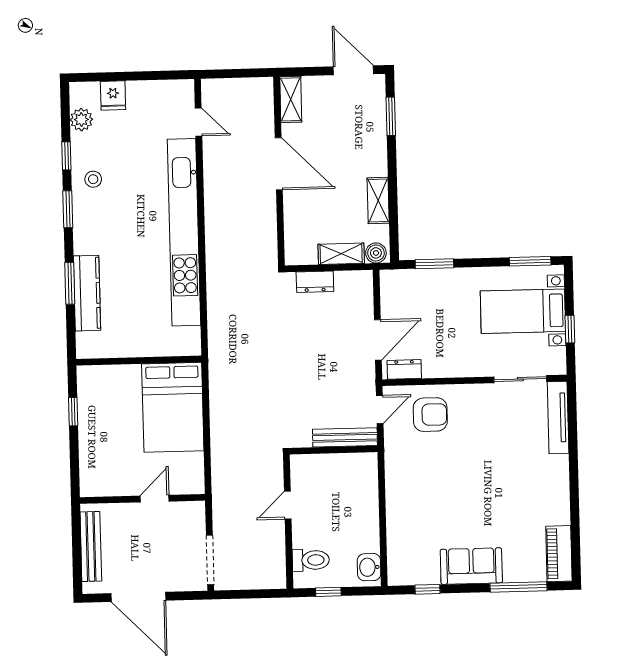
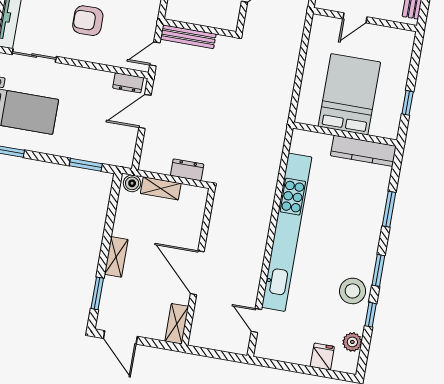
stool: (93, 179) -> (353, 291), width x1.89, depth x1.89
shelving: (378, 200) -> (116, 257), moved
kitchen counter: (87, 293) -> (363, 151), moved, turned -90
bed: (173, 407) -> (349, 94), moved
armchair: (430, 415) -> (88, 21), moved

